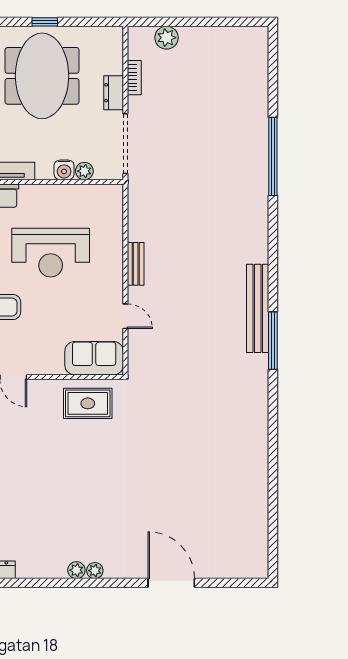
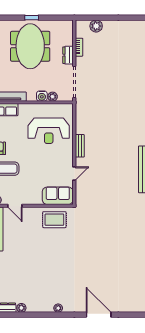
reception desk: (51, 253) -> (49, 131), moved
door: (125, 316) -> (74, 174), hinge flipped
plant: (76, 570) -> (21, 308), moved

